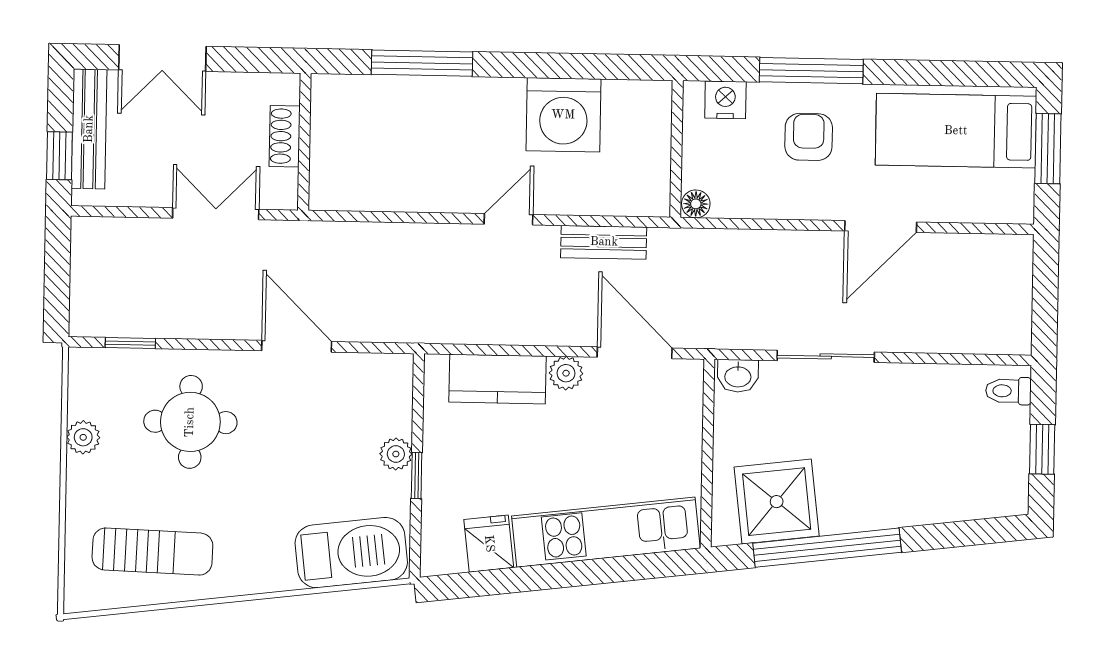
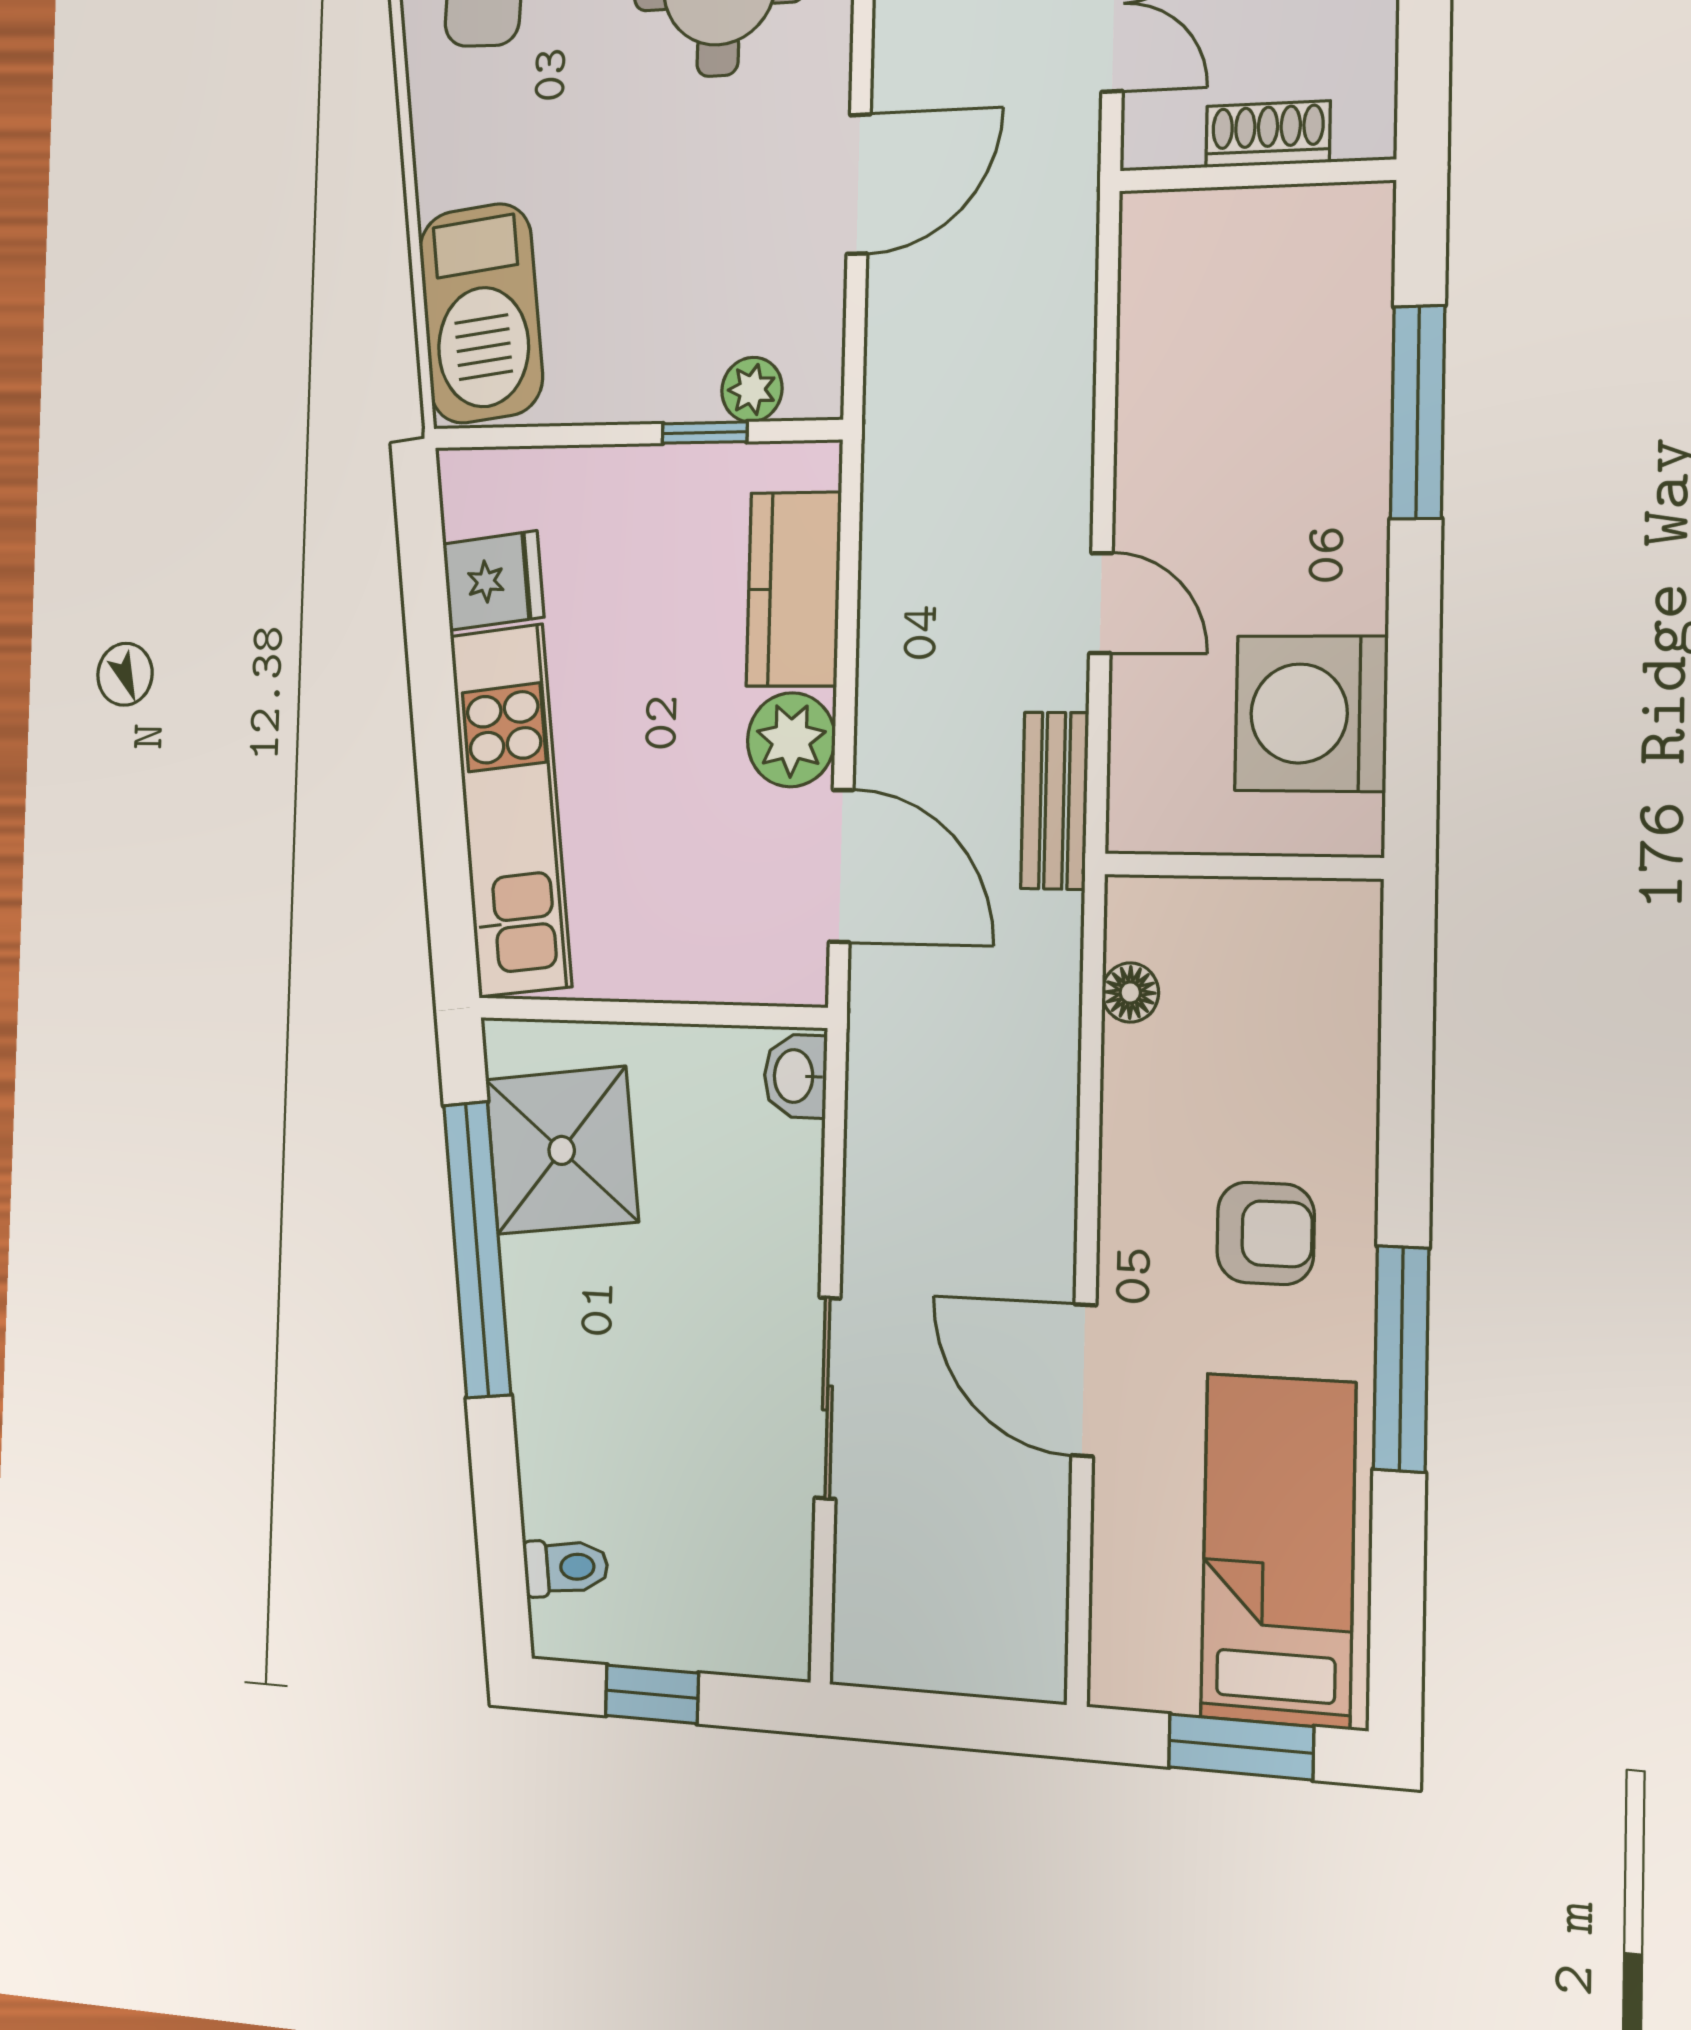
window: (811, 71) -> (1401, 1359), moved
nightstand: (725, 100) -> (1342, 1057), removed
wall: (676, 149) -> (1243, 866), moved
door: (635, 353) -> (841, 866), hinge flipped
sliding door: (826, 356) -> (827, 1398), moved
plant: (566, 373) -> (791, 740), width x1.38, depth x1.38
toilet: (1008, 391) -> (566, 1567), moved, turned 83
plant: (396, 454) -> (752, 390), moved
window: (417, 476) -> (705, 433), moved

